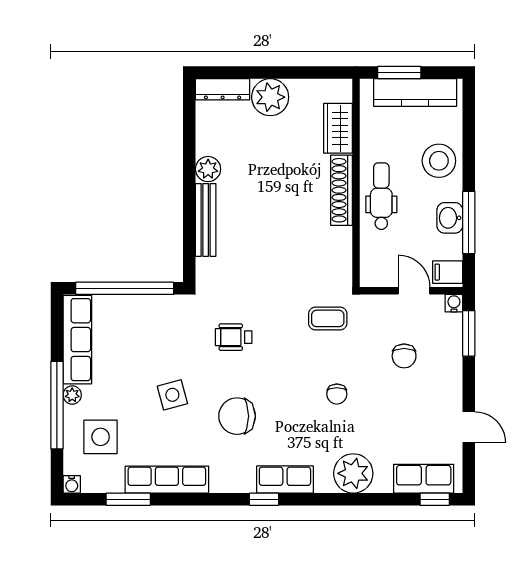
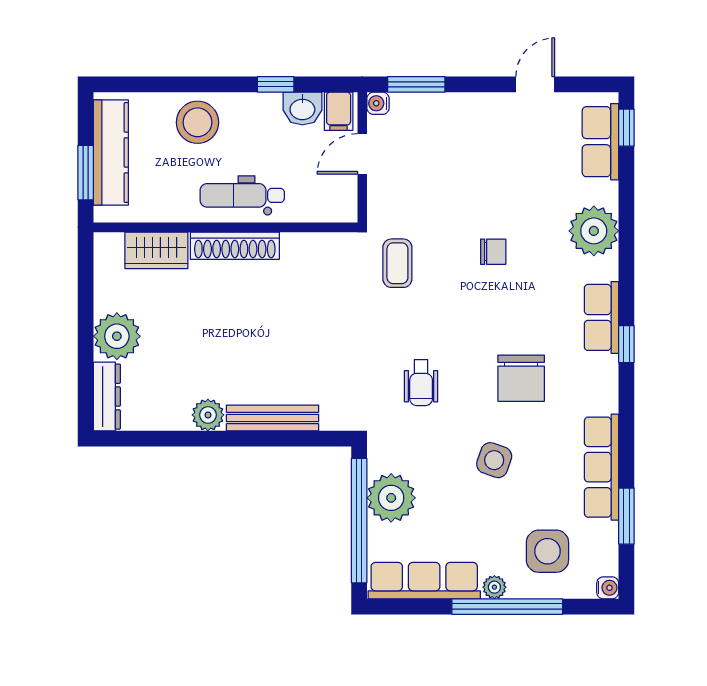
washbasin: (450, 218) -> (302, 109), moved
window: (469, 222) -> (276, 84), width x0.46
plant: (143, 314) -> (391, 498), added
chair: (404, 356) -> (445, 166), removed
side table: (172, 395) -> (494, 460), turned 34

